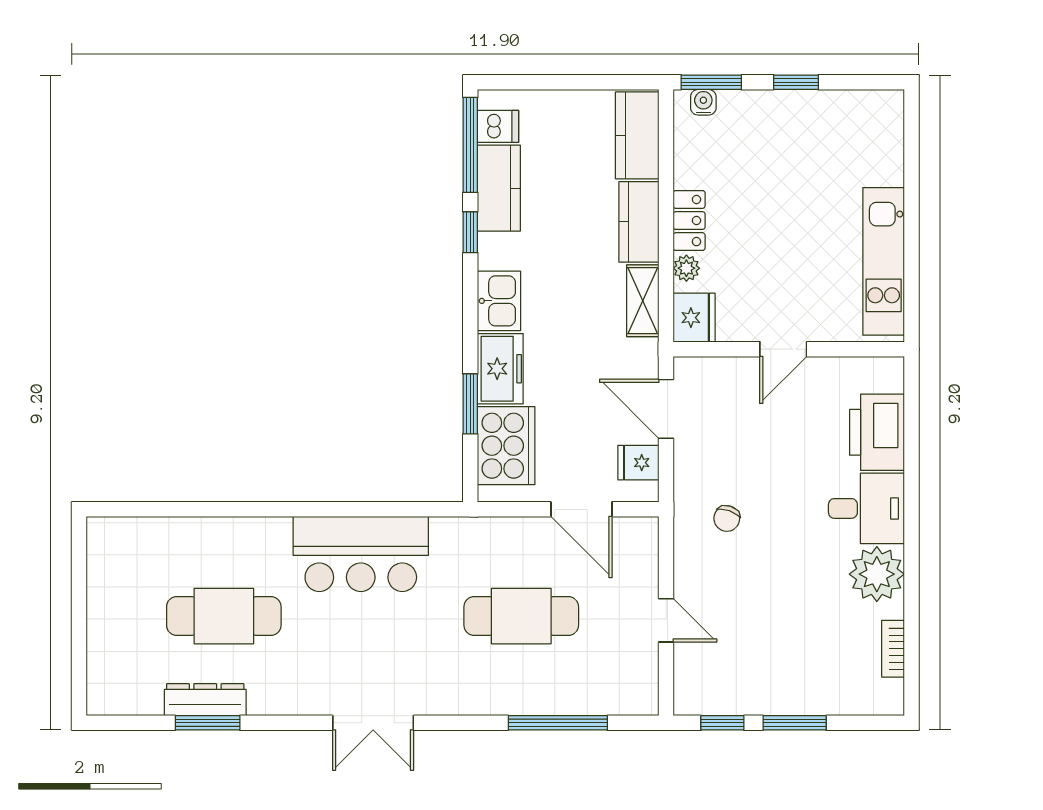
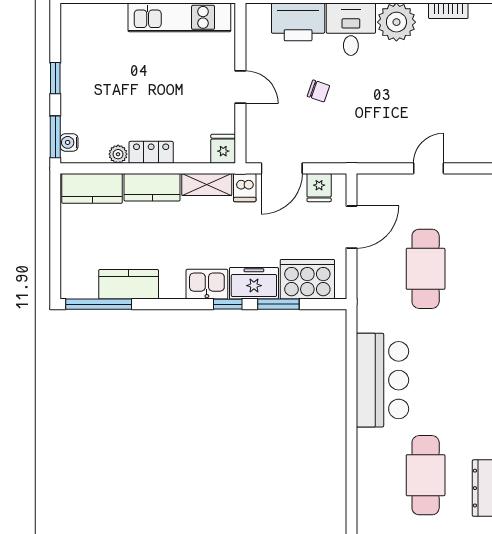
dishwasher: (498, 126) -> (245, 188), moved, turned 180
window: (470, 232) -> (228, 304), moved
plant: (686, 268) -> (118, 154), moved
fridge: (694, 318) -> (223, 149), width x0.72
chair: (727, 518) -> (318, 91), moved

